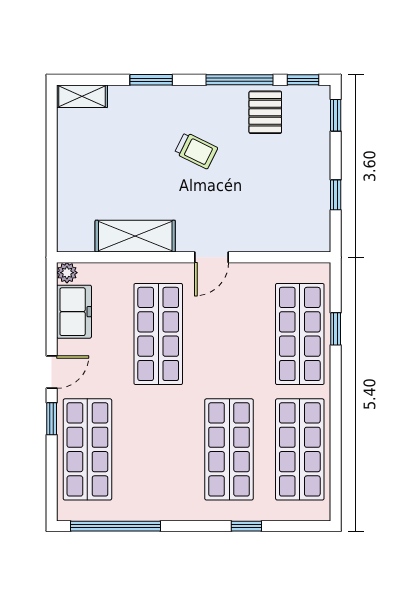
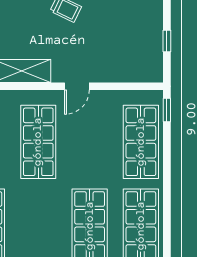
window: (336, 329) -> (167, 110), moved

